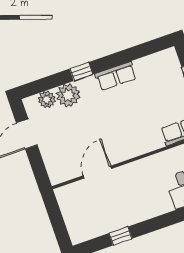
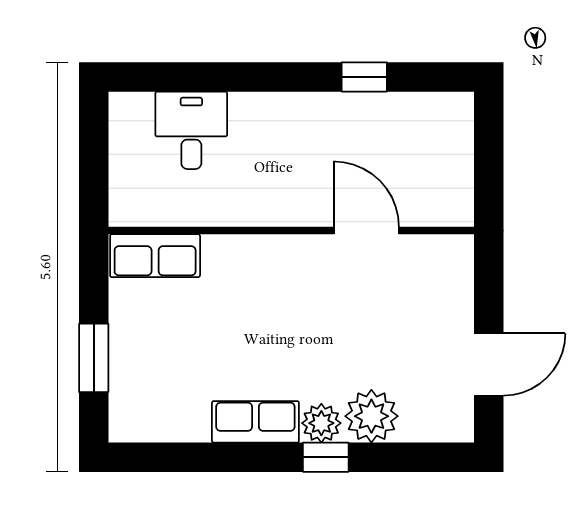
plant: (47, 99) -> (321, 423), moved
door: (97, 172) -> (366, 230), swing flipped

